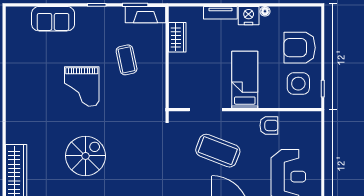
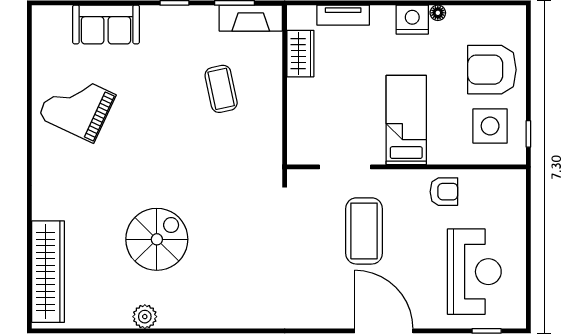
tv unit: (220, 13) -> (343, 15), moved
grand piano: (82, 87) -> (77, 106), moved, turned 115
coffee table: (218, 151) -> (364, 231), turned 69

